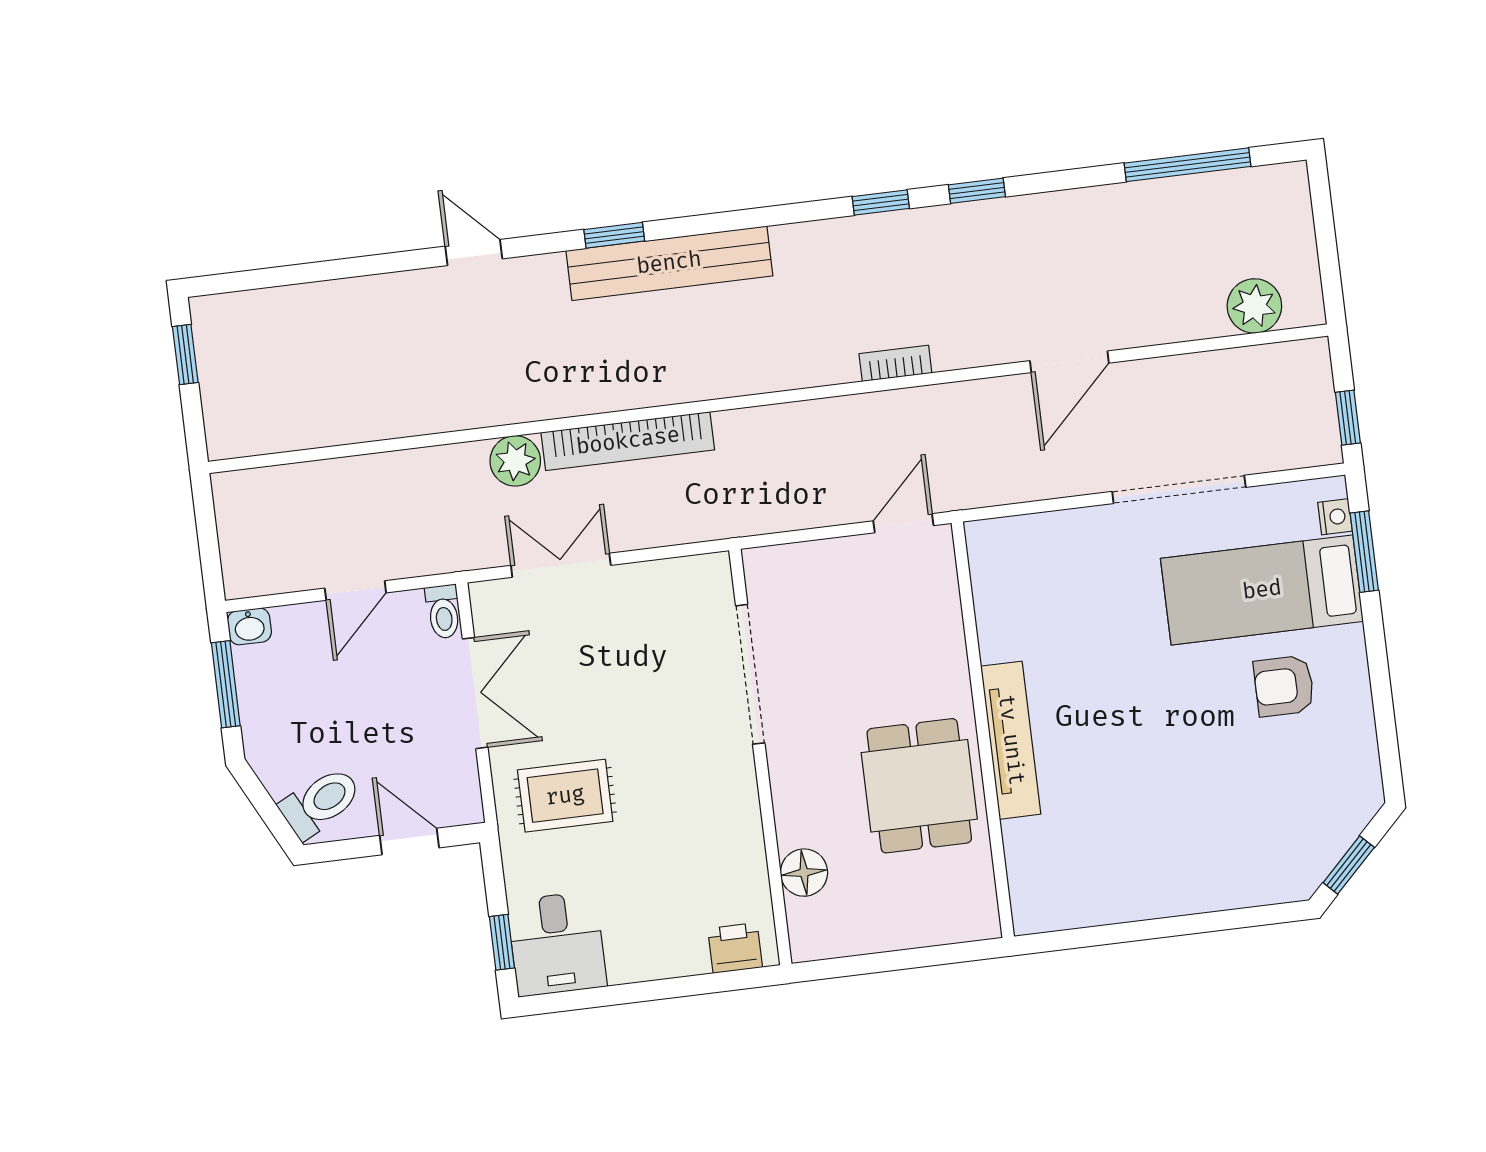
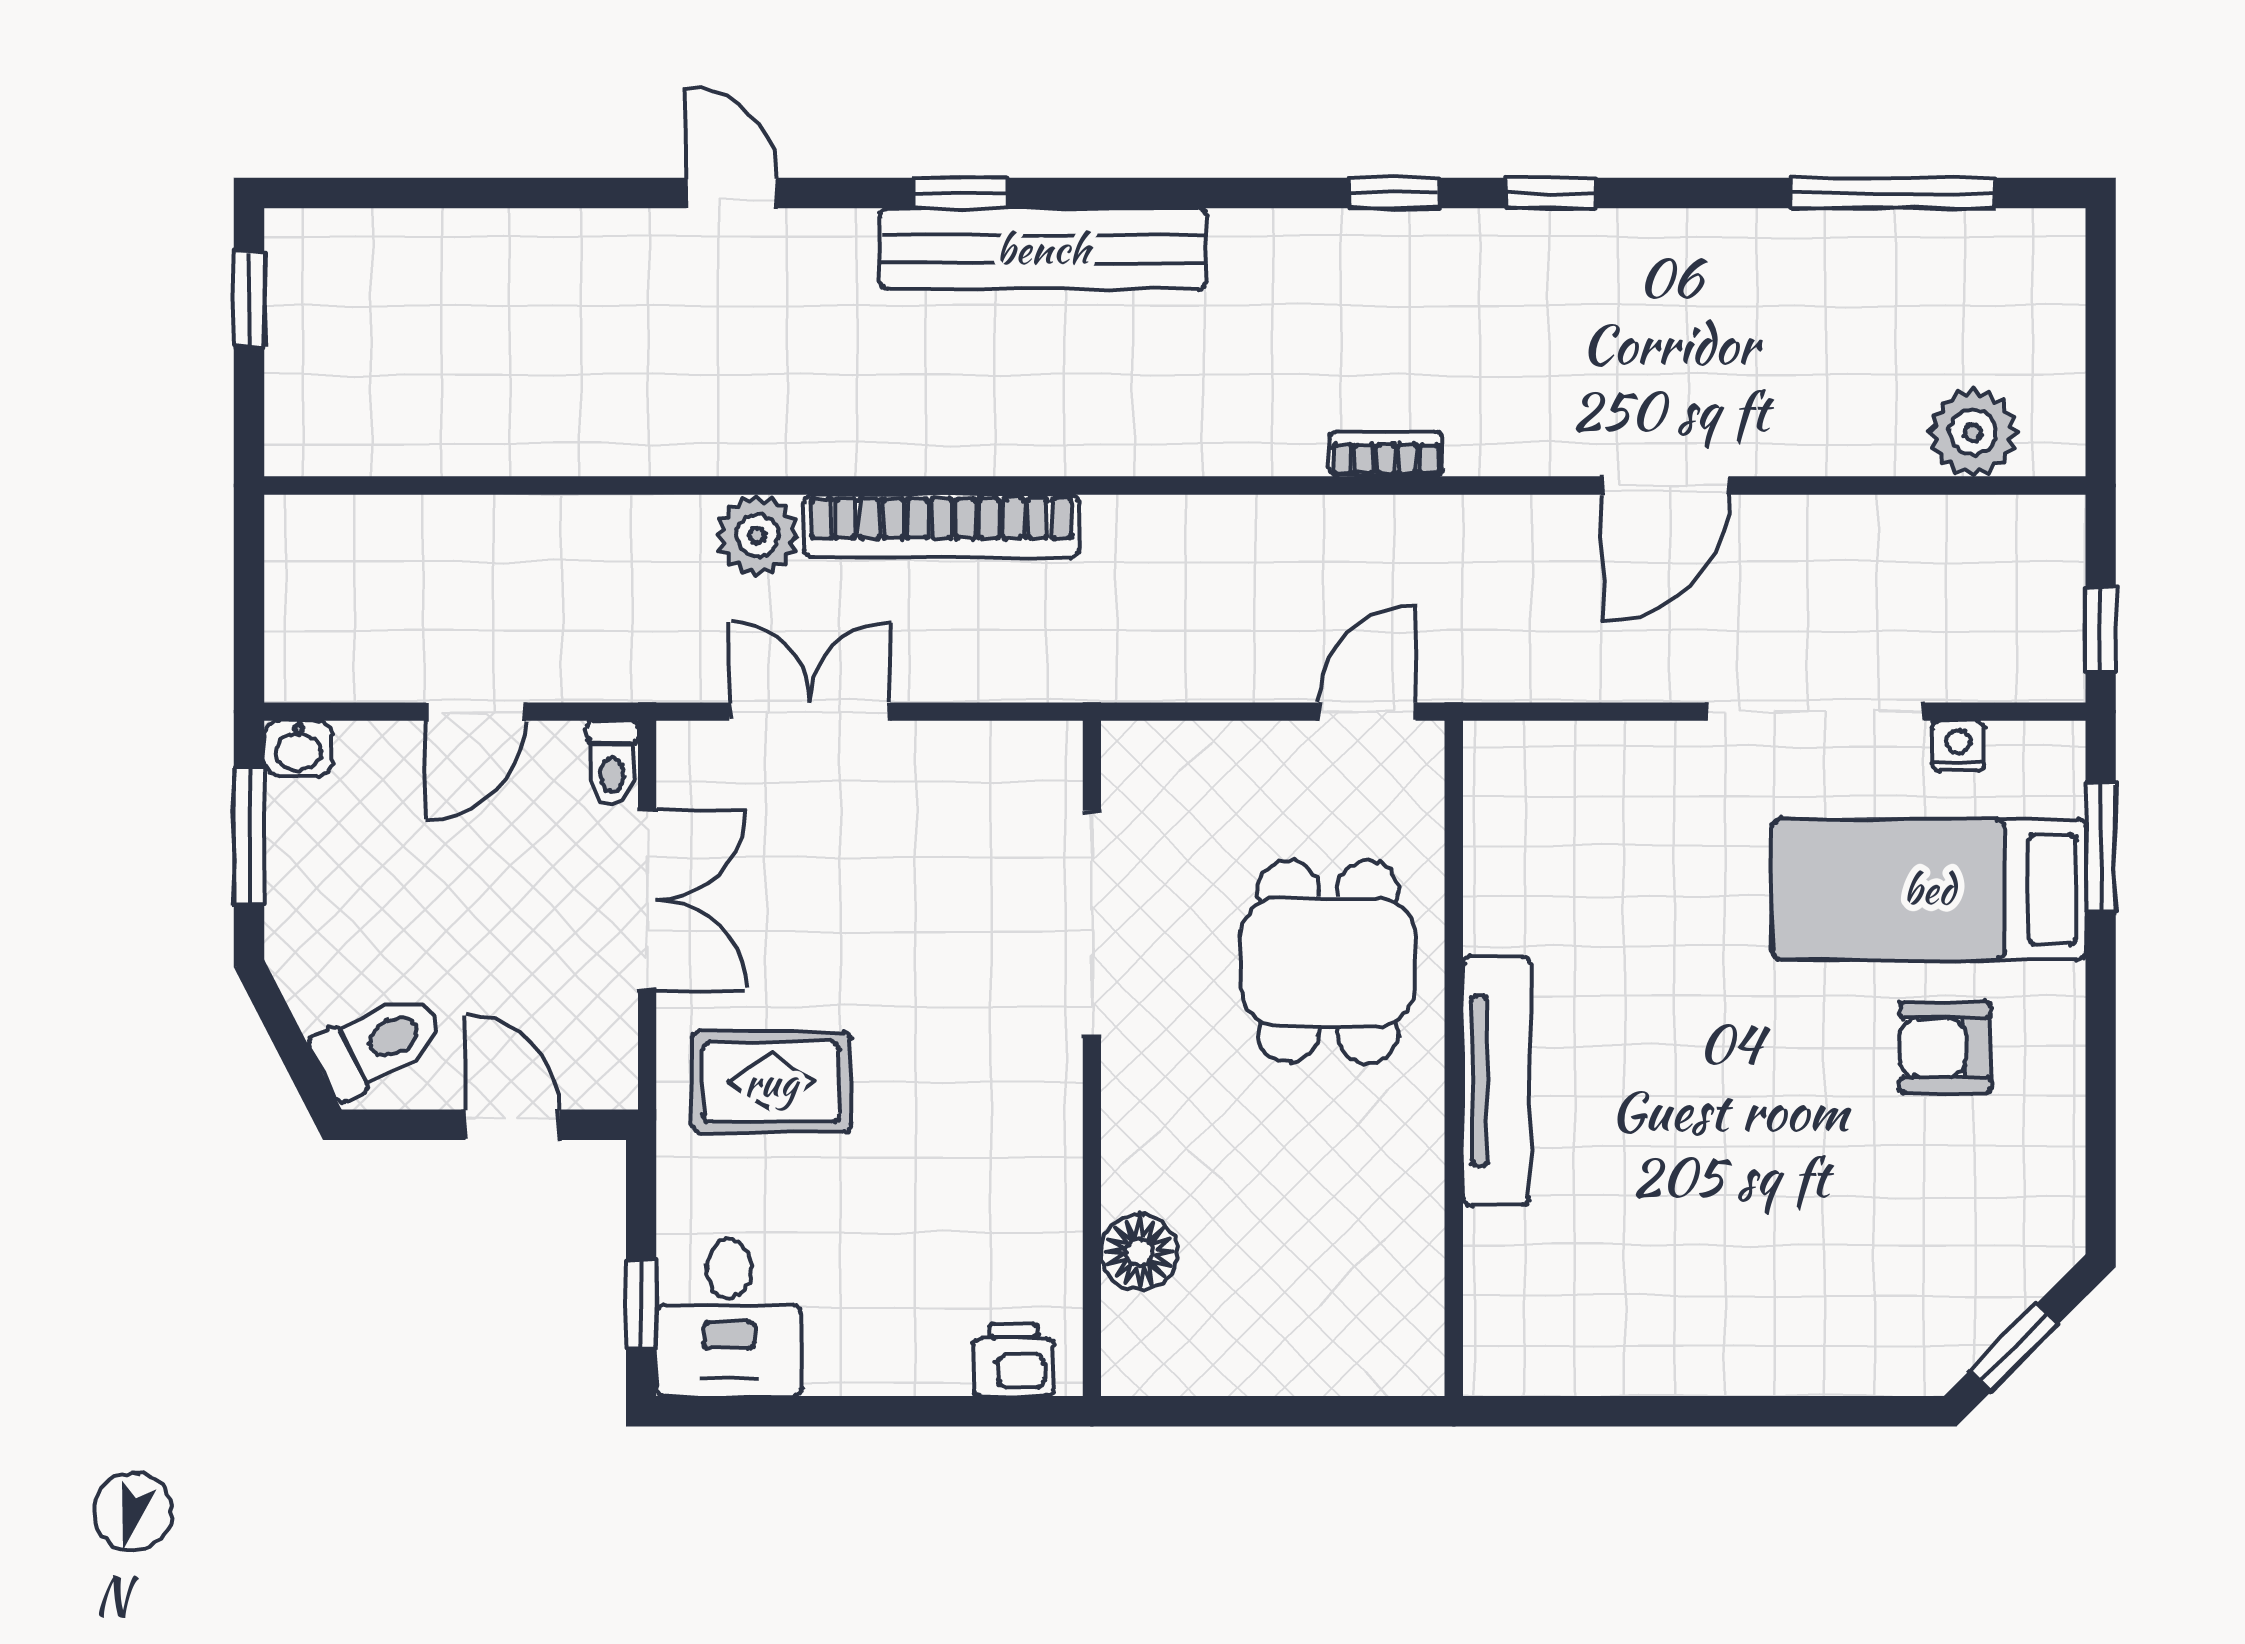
nightstand: (1335, 517) -> (1958, 746), moved, turned -90
dining table: (919, 786) -> (1328, 962), moved

